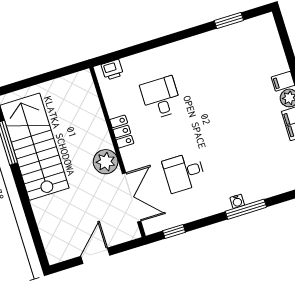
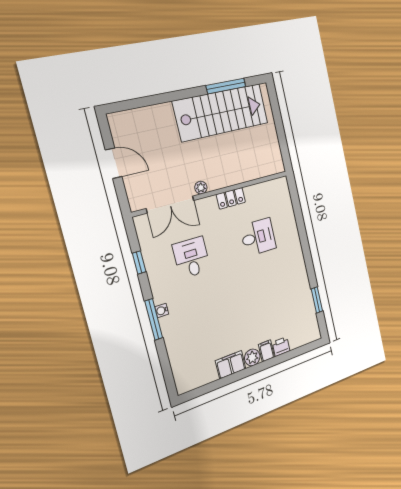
printer: (112, 70) -> (281, 347), moved, turned 90
plant: (106, 162) -> (201, 188), width x0.53, depth x0.53
window: (174, 231) -> (139, 262), moved

